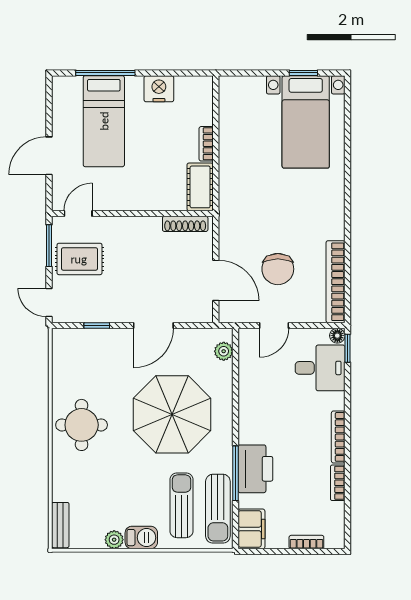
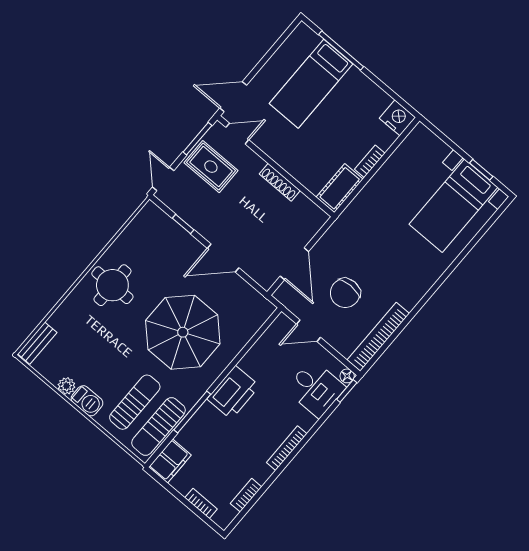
nightstand: (159, 89) -> (398, 118), moved
door: (49, 156) -> (233, 97), moved
shoe rack: (185, 224) -> (280, 182), moved
plant: (224, 351) -> (257, 319), removed
printer: (255, 469) -> (233, 392), moved
bookcase: (338, 483) -> (246, 495), moved

